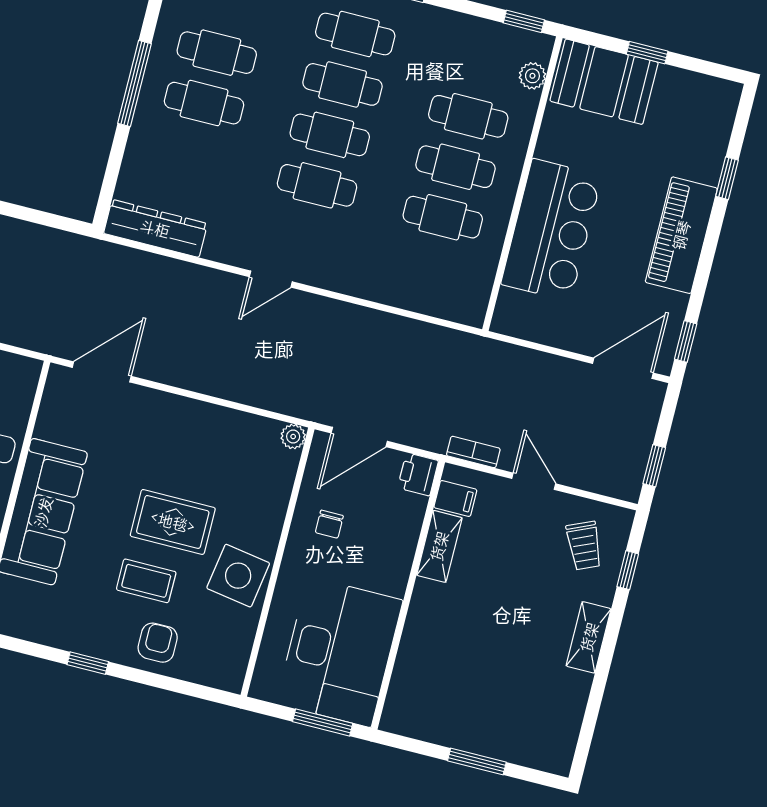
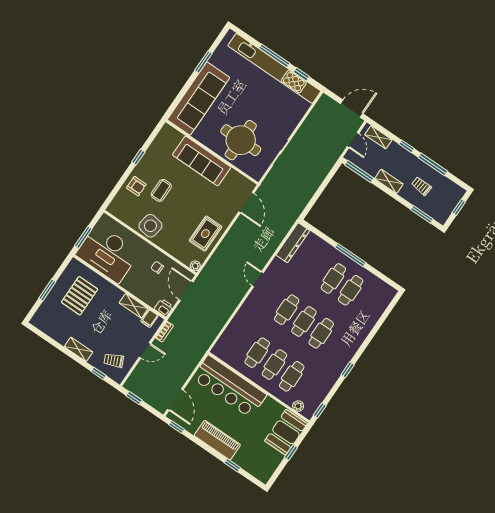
cafe table: (355, 34) -> (338, 345), removed
bar counter: (551, 230) -> (229, 386), width x1.36
rug: (173, 522) -> (205, 234), moved
pallet: (462, 681) -> (80, 296), added

